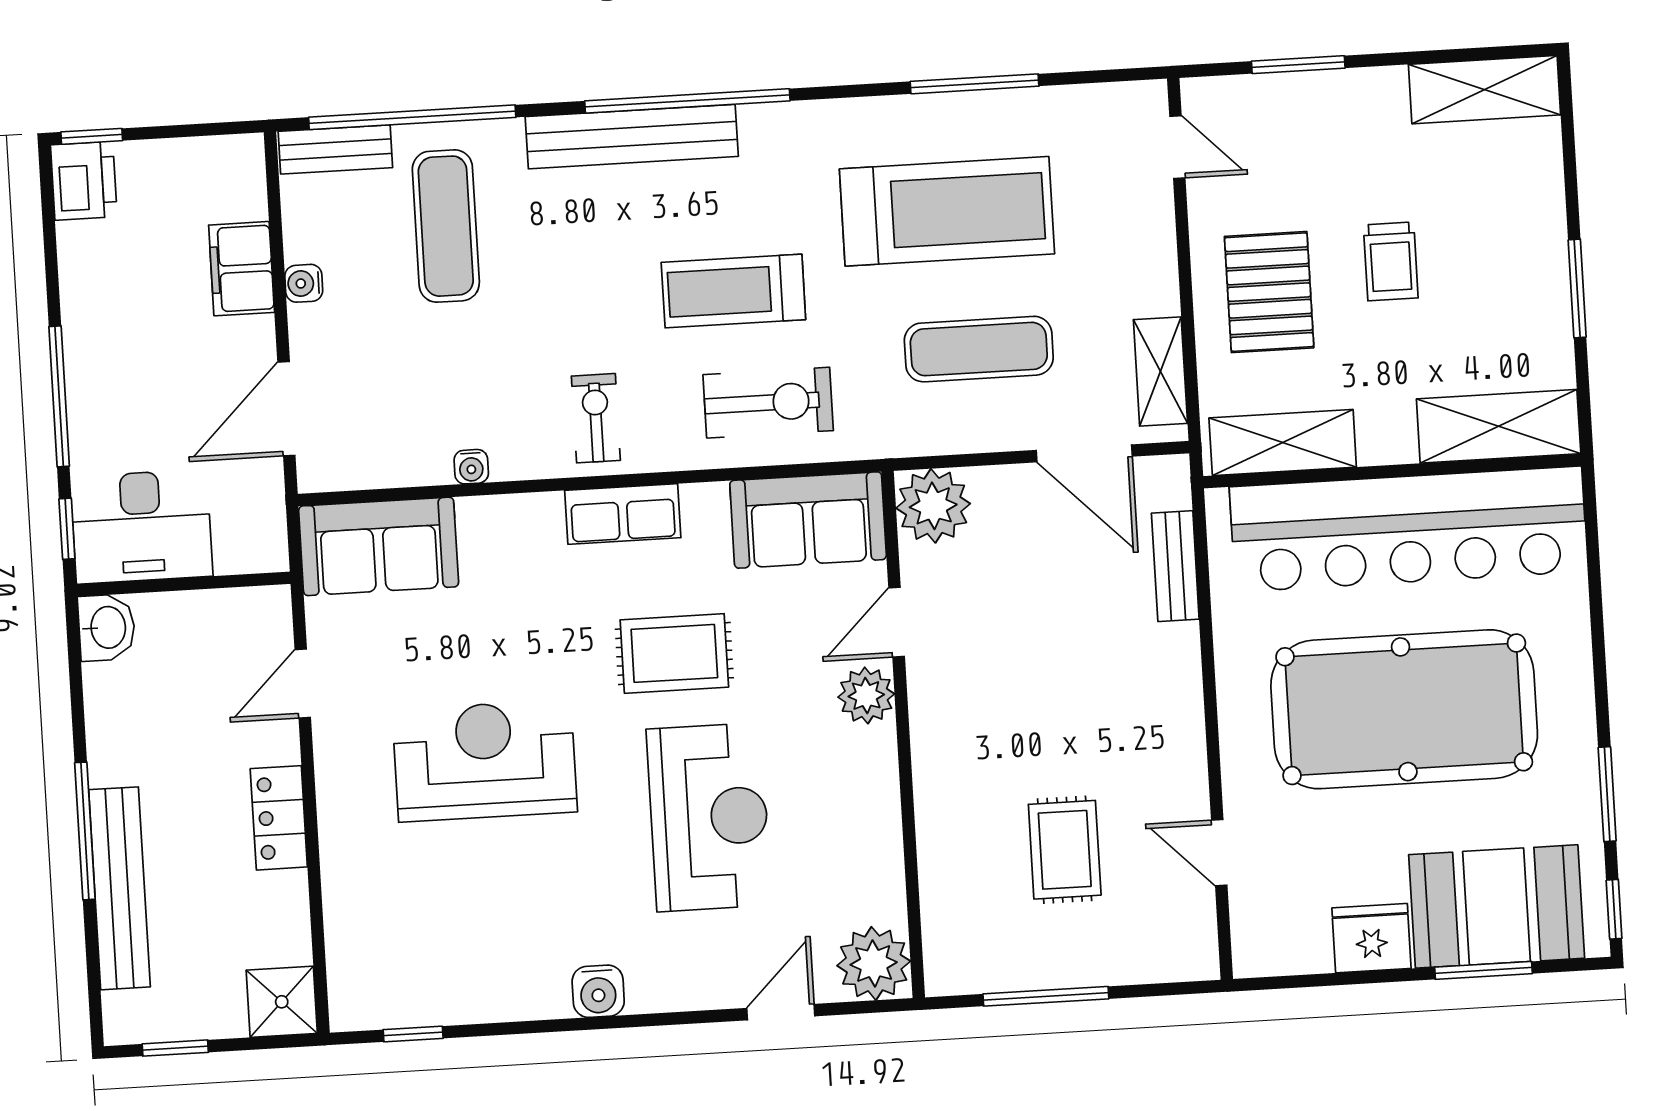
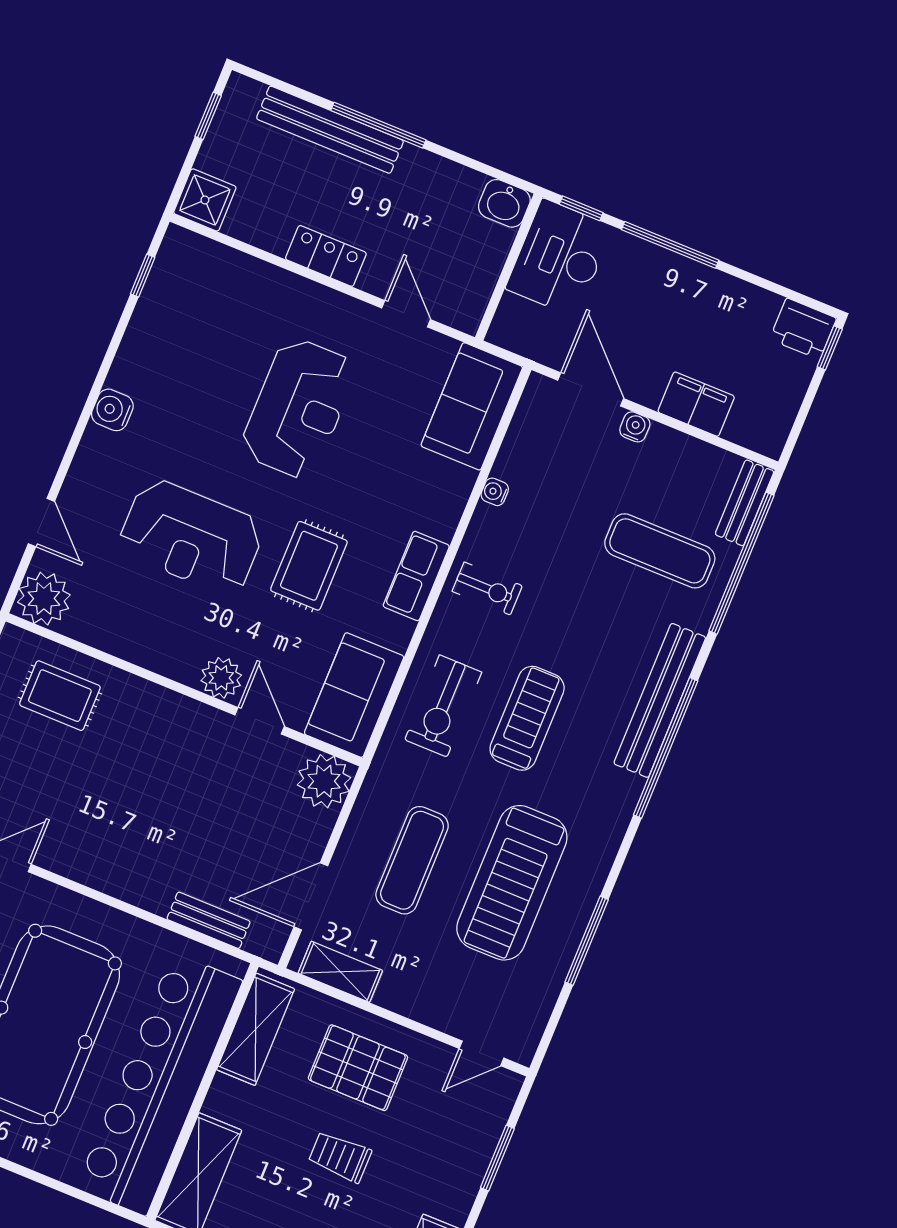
water cooler: (304, 283) -> (635, 427), moved
rug: (1065, 850) -> (60, 696), moved

